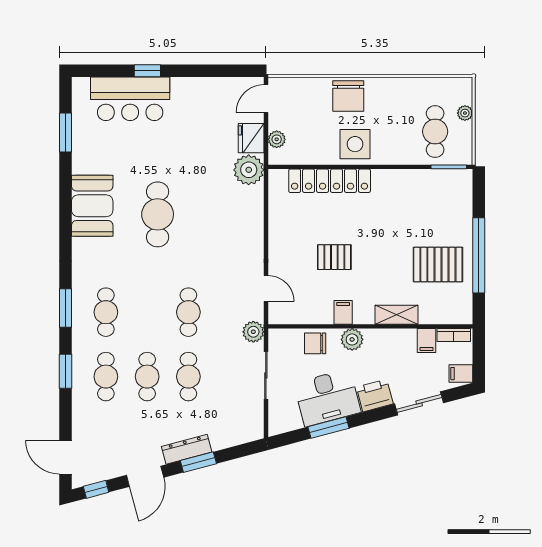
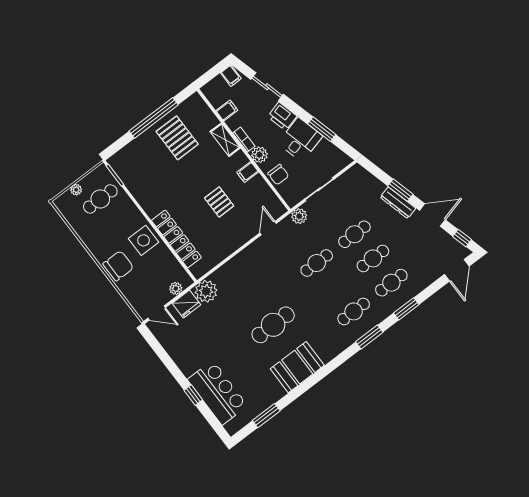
bookcase: (454, 335) -> (244, 140), moved
desk: (327, 398) -> (300, 140), width x0.73

